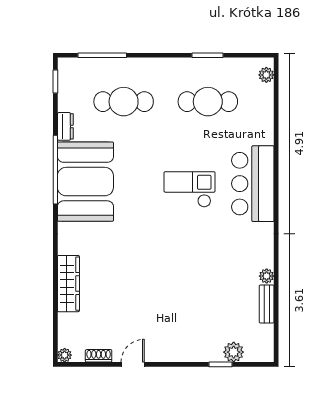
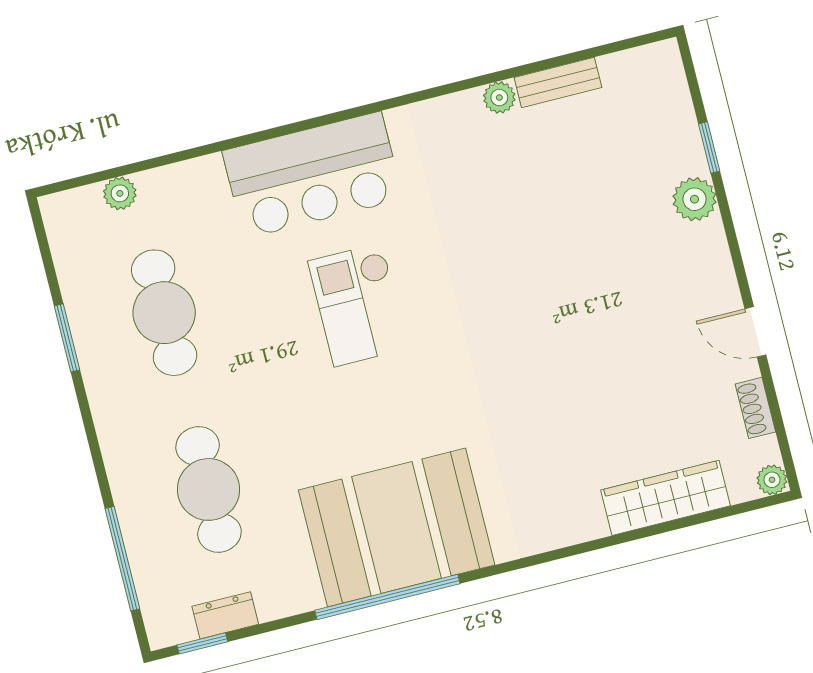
plant: (266, 75) -> (120, 193), moved
dresser: (65, 126) -> (225, 615), moved
wardrobe: (68, 284) -> (665, 498), moved
plant: (234, 352) -> (695, 199), moved

